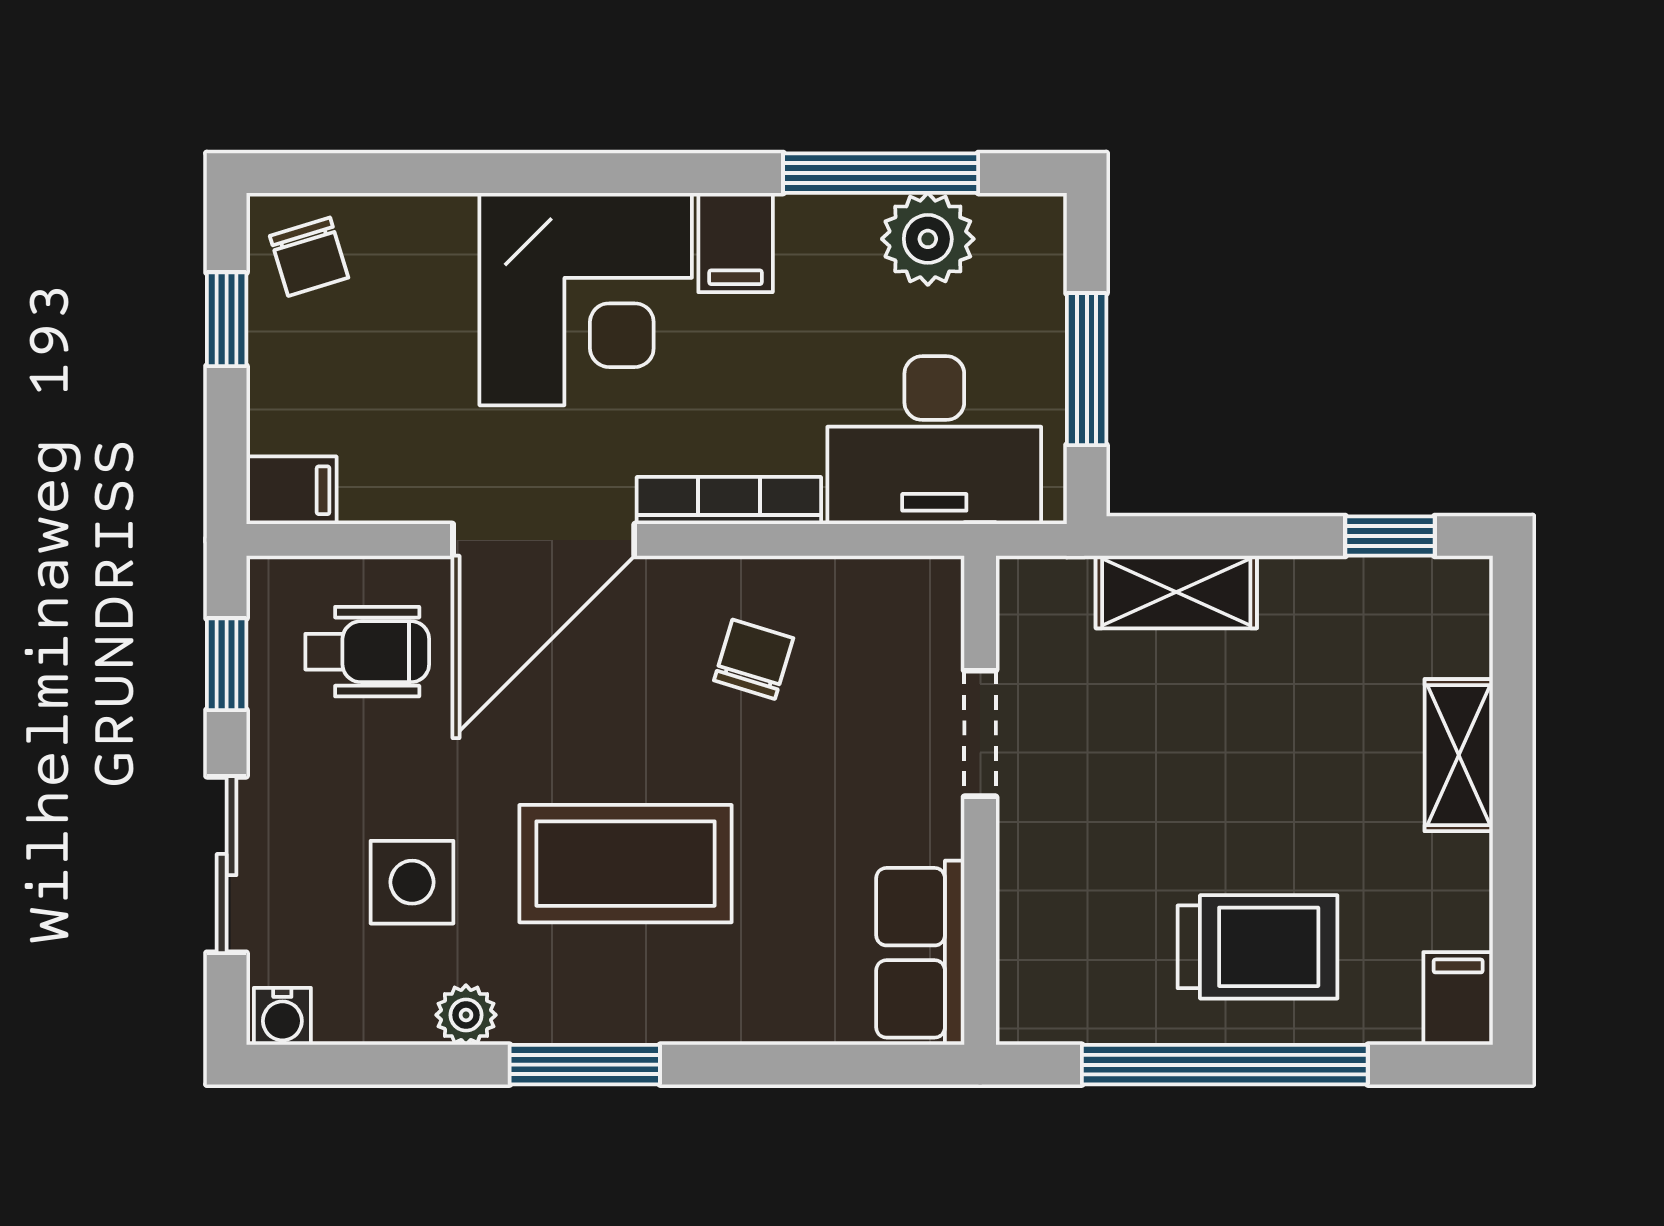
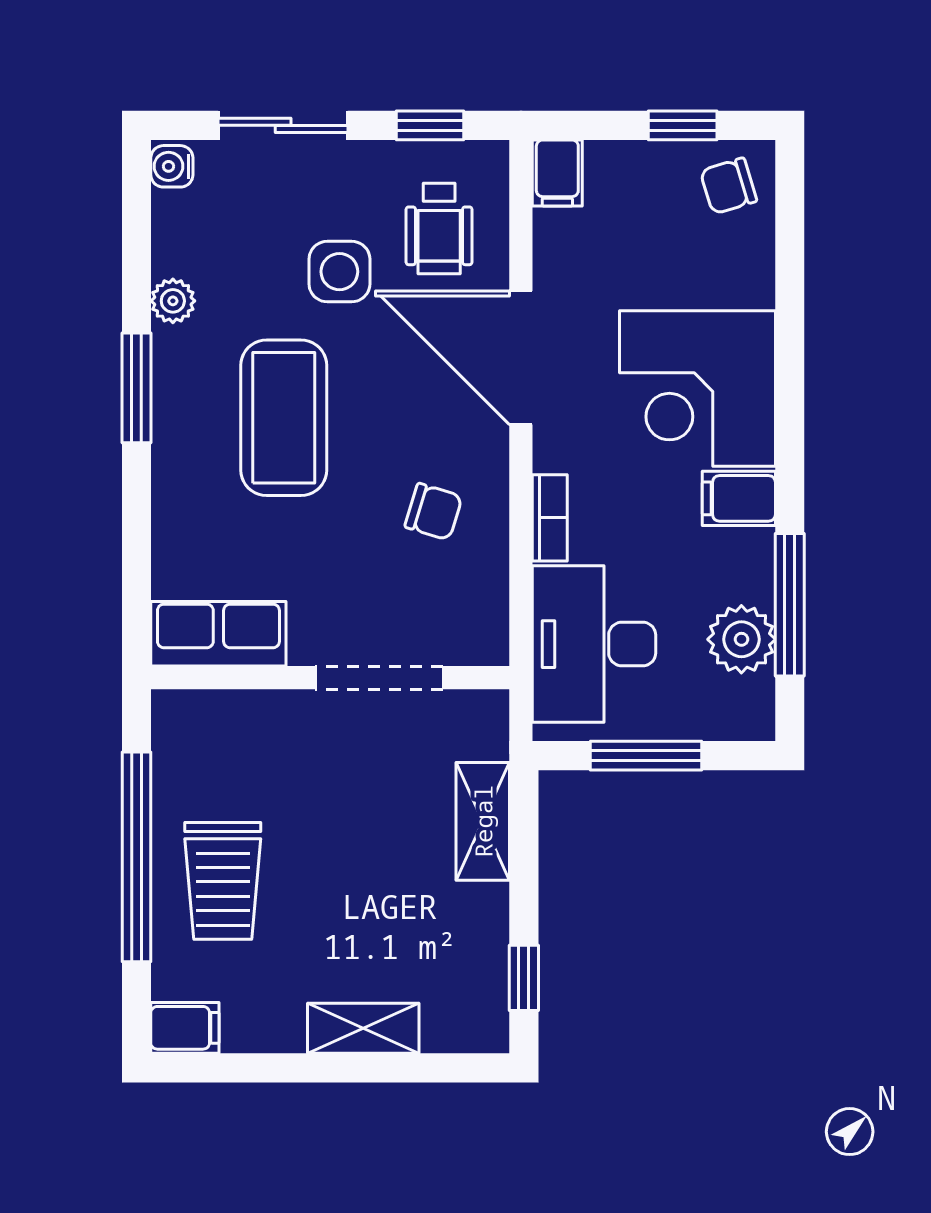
bookcase: (729, 501) -> (550, 518), width x0.64
doorway: (980, 733) -> (379, 678), width x1.38
side table: (412, 882) -> (339, 272), moved

